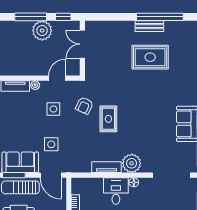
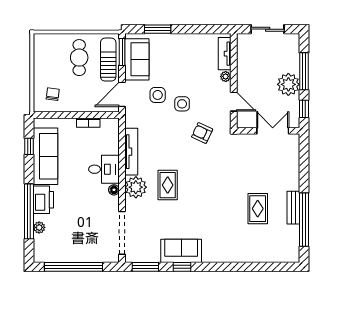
rug: (150, 57) -> (258, 209), width x0.73, depth x0.70
side table: (53, 109) -> (182, 104), moved
rug: (108, 119) -> (168, 185), moved, turned 90
tv unit: (107, 167) -> (131, 152), width x1.41

